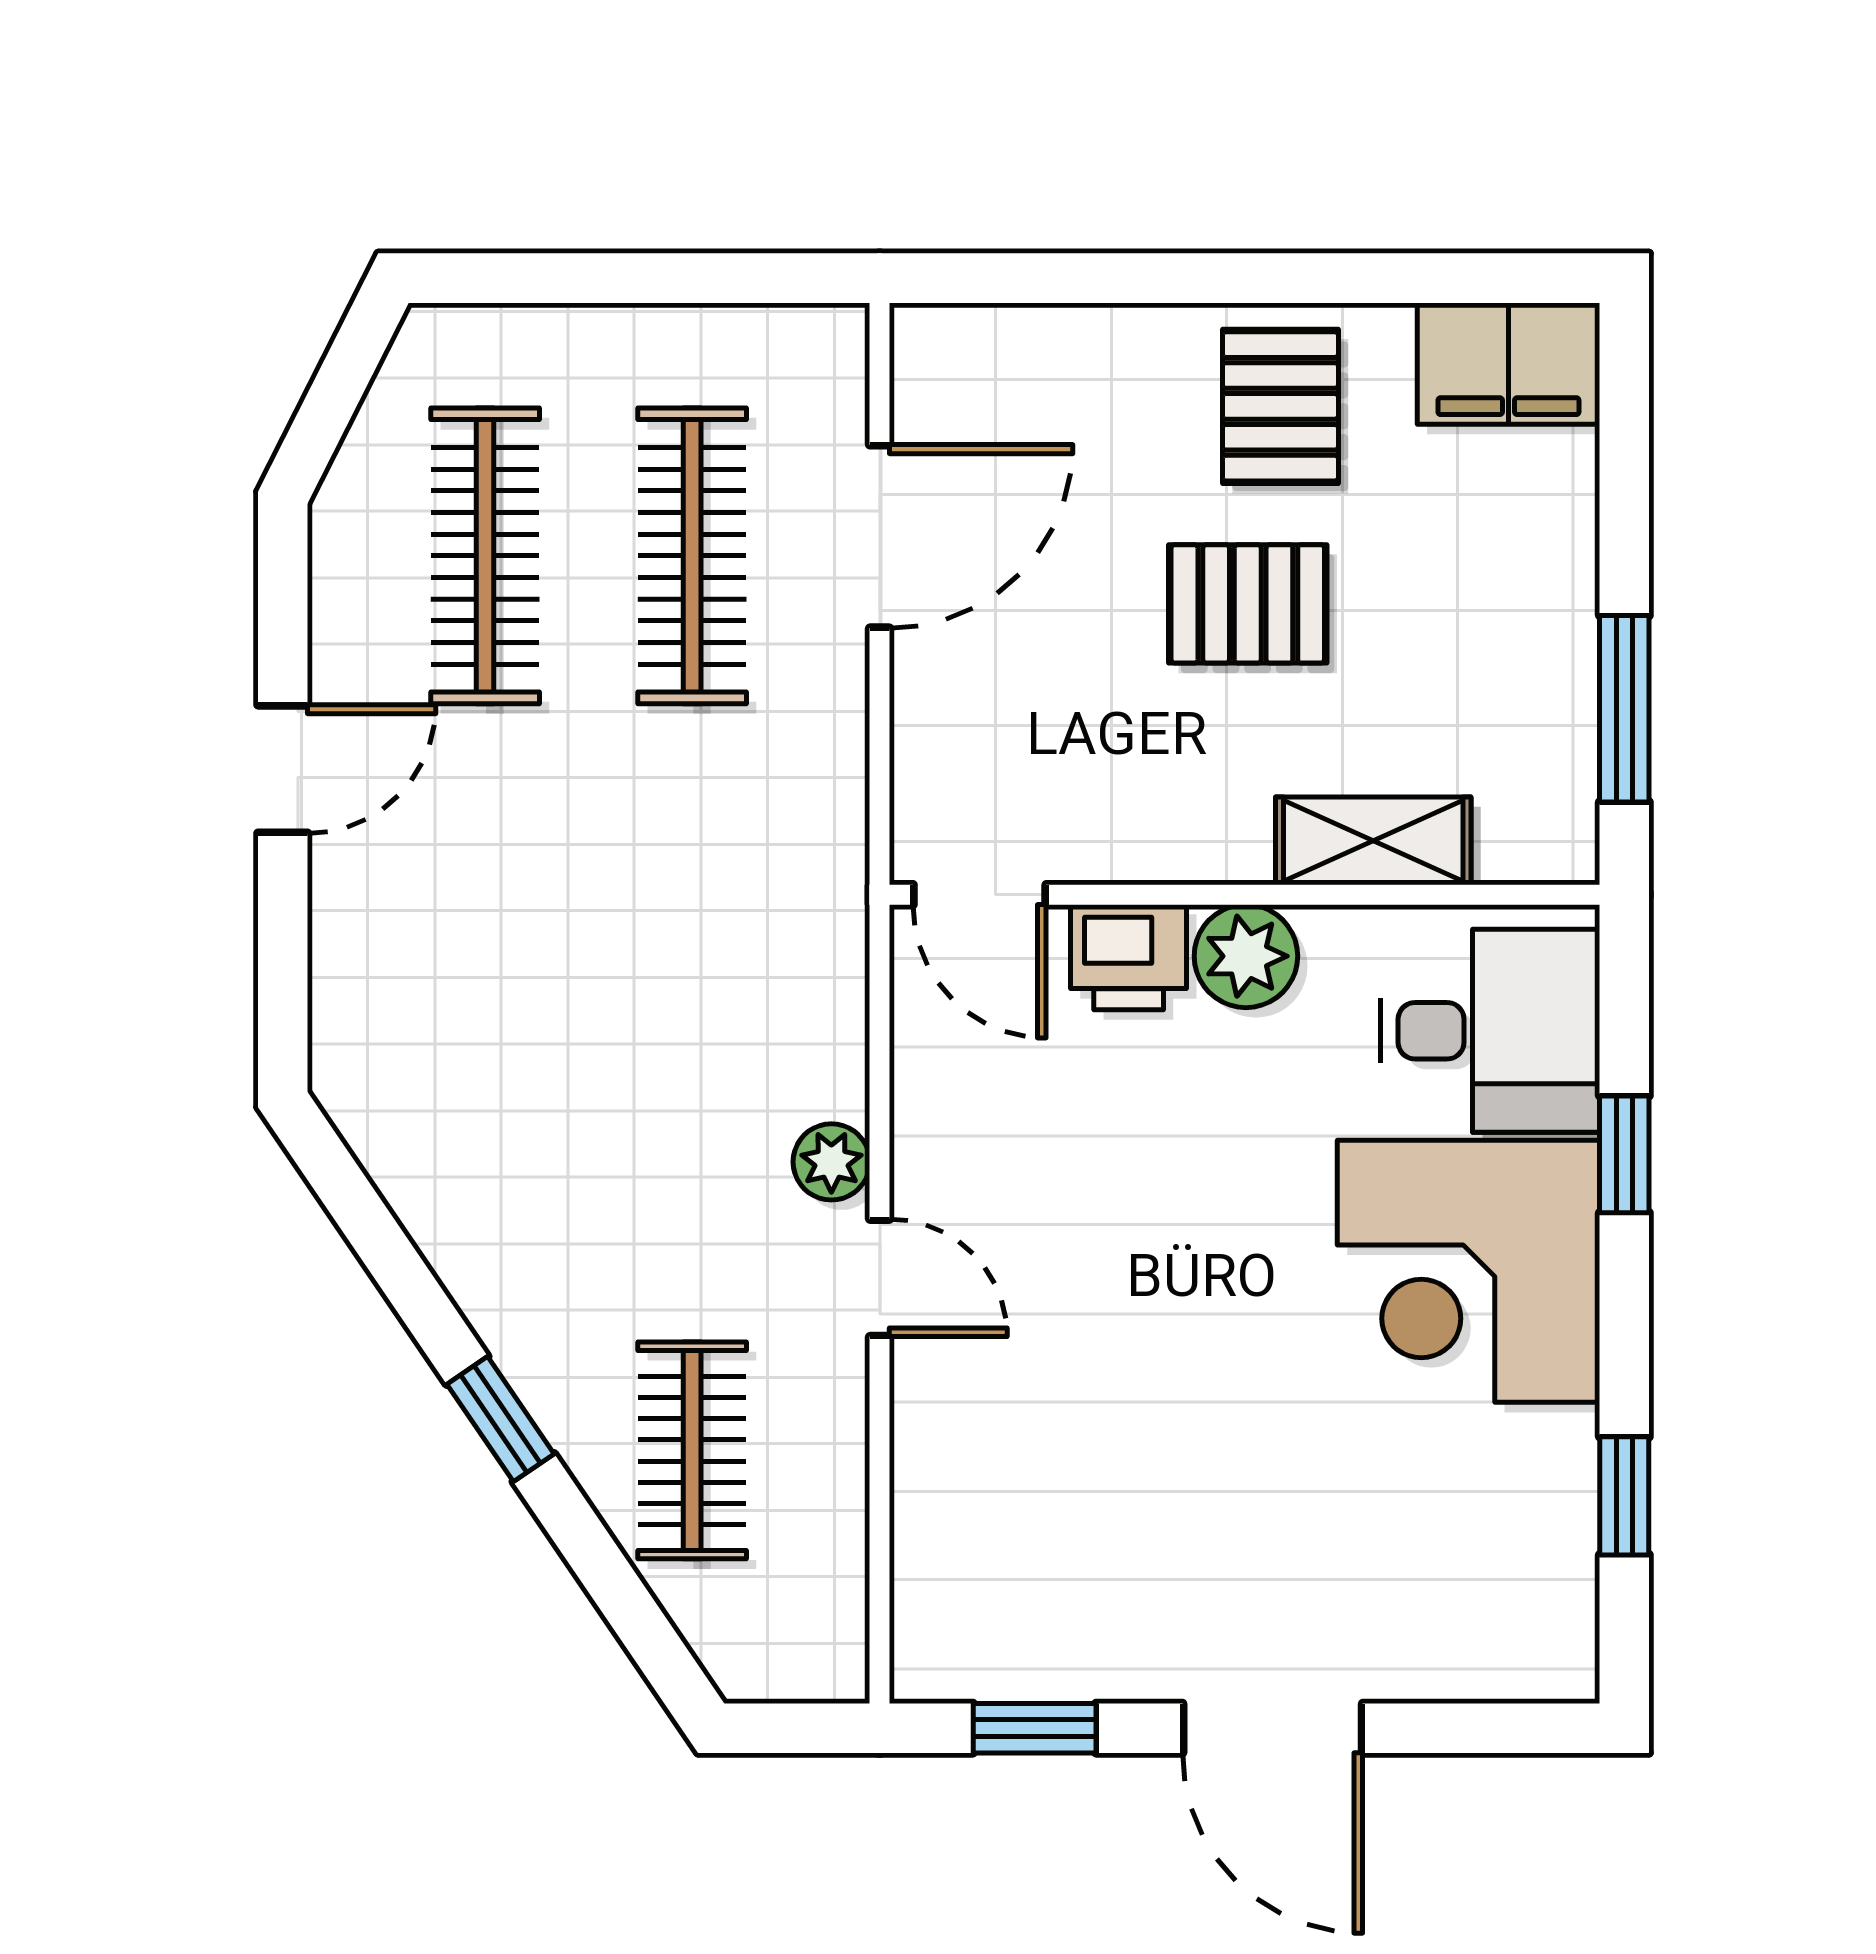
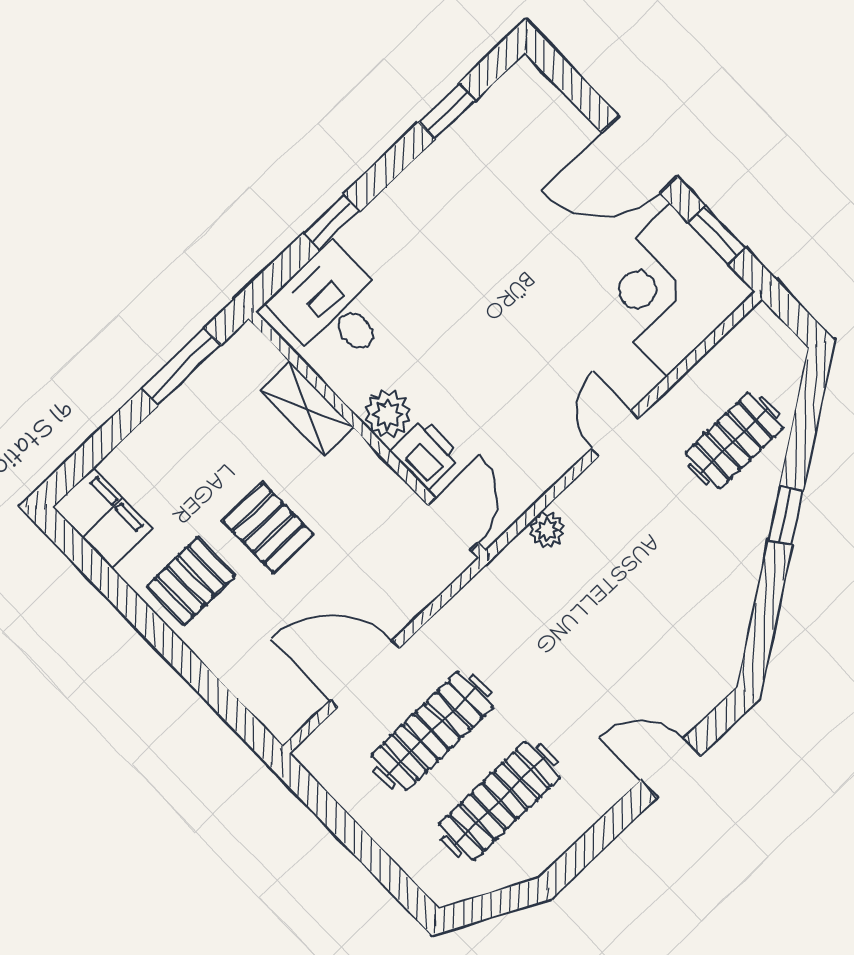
door: (283, 769) -> (670, 768), moved
plant: (831, 1162) -> (547, 530), moved
corner desk: (1469, 1271) -> (669, 290), moved, turned 180
door: (1273, 1728) -> (639, 155), swing flipped

